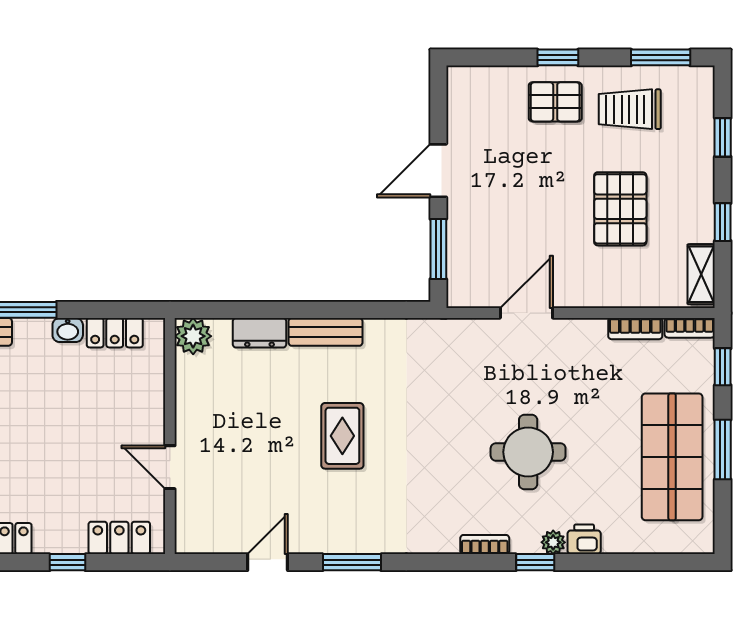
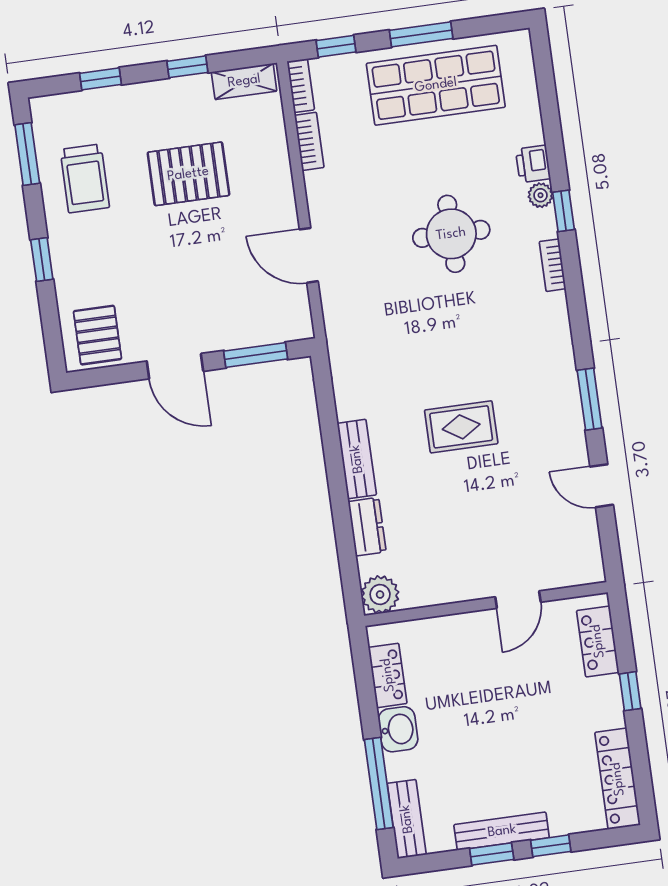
pallet: (555, 102) -> (97, 335), moved
washbasin: (68, 330) -> (398, 729), width x1.38, depth x1.45

